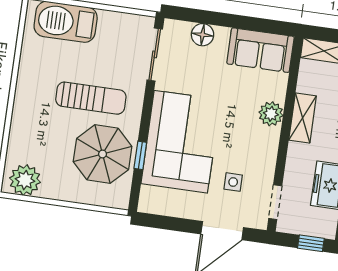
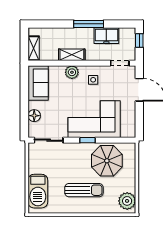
sun lounger: (91, 98) -> (84, 190), moved, turned 90
window: (140, 155) -> (87, 140), moved
side table: (233, 182) -> (93, 80), moved

